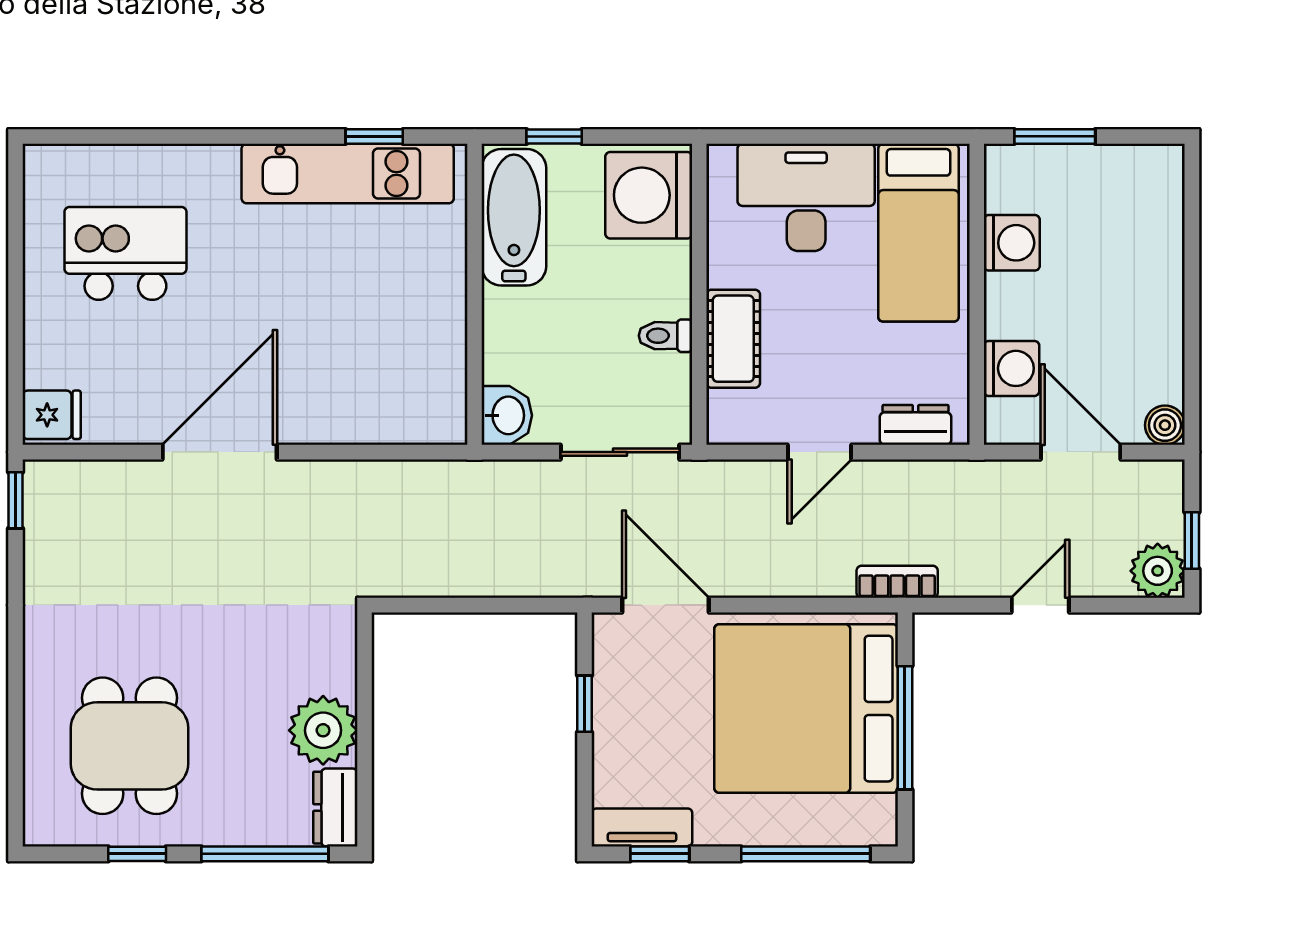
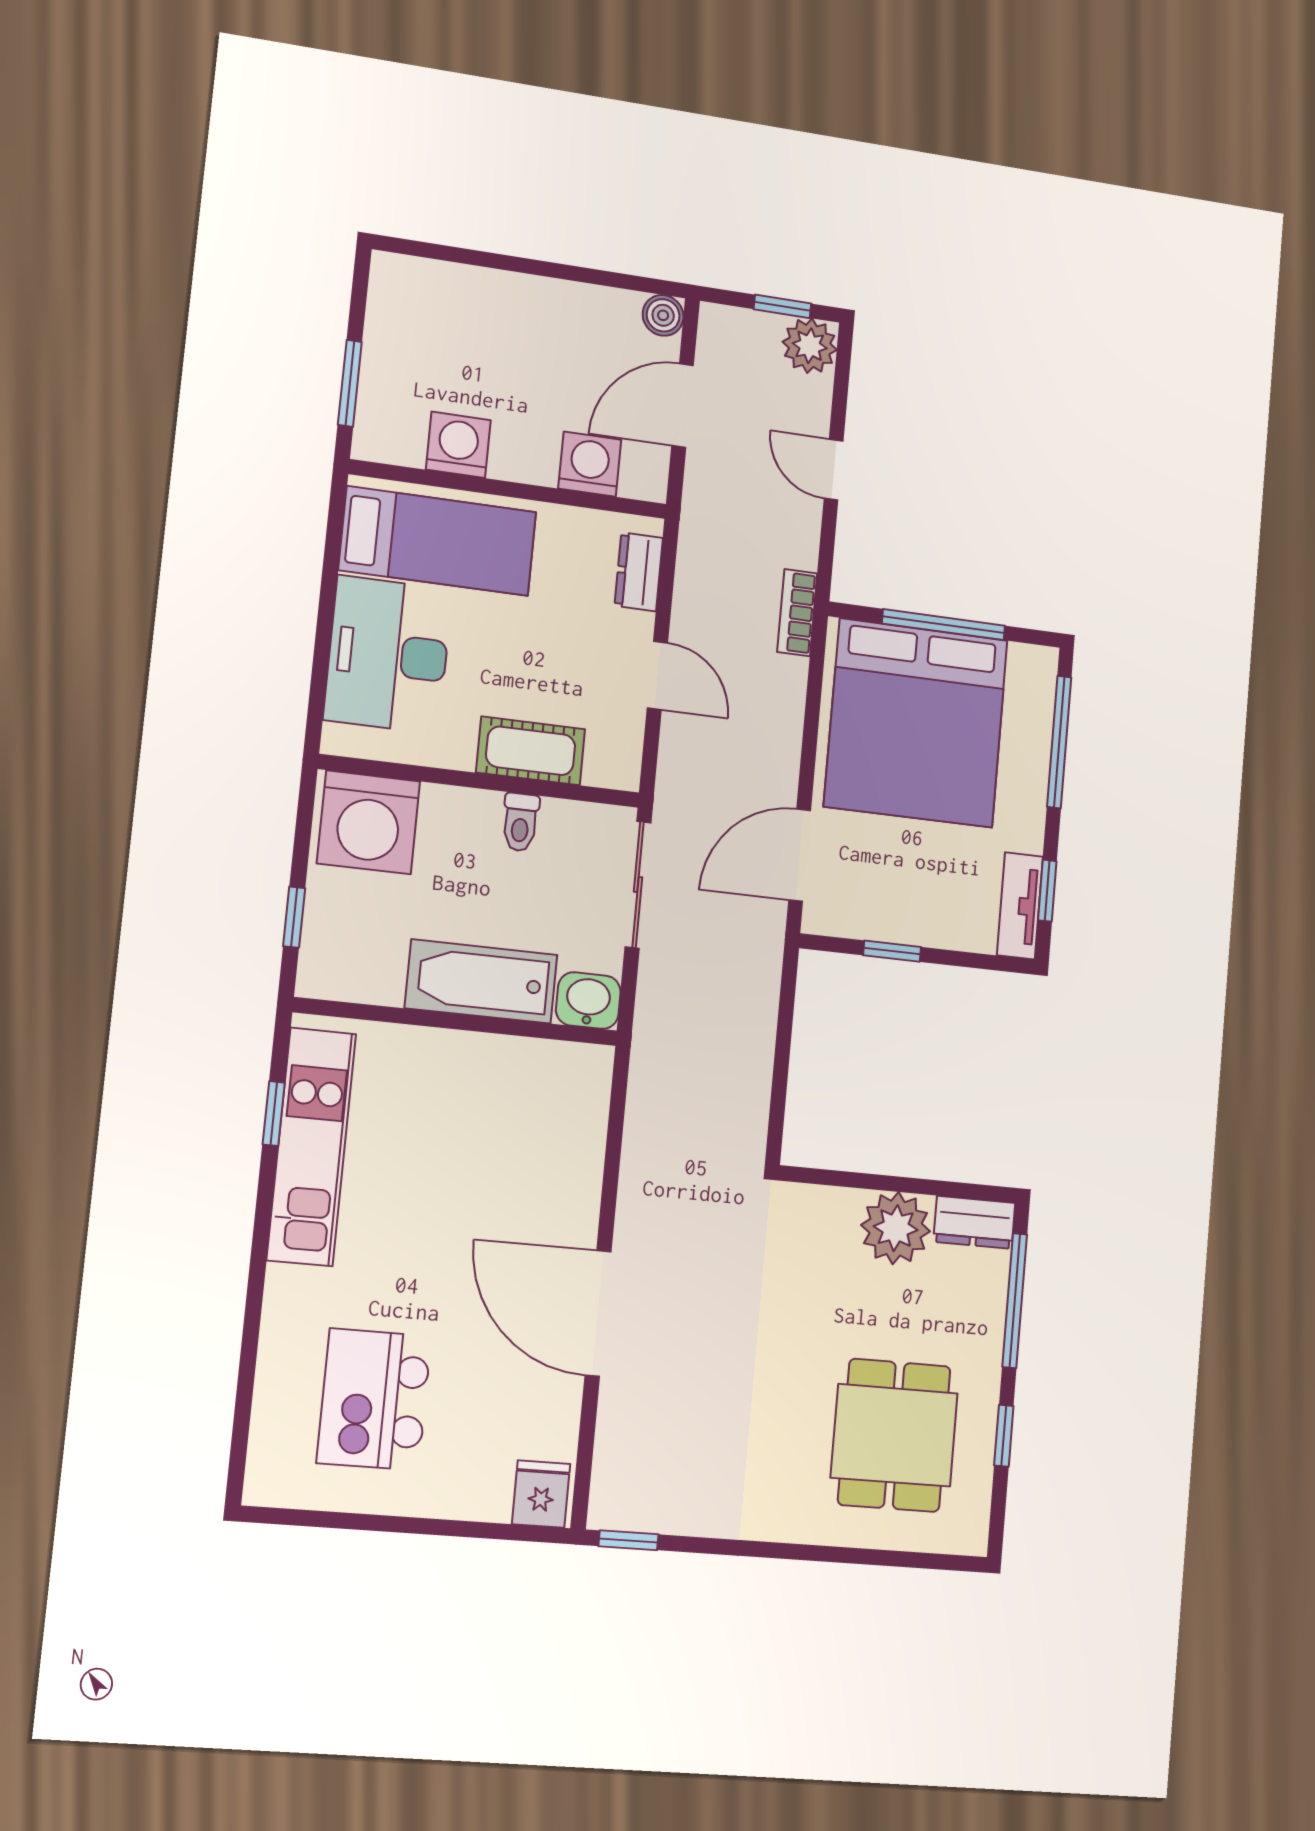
bathtub: (514, 217) -> (481, 981), moved
dining table: (130, 746) -> (894, 1435), turned 90

